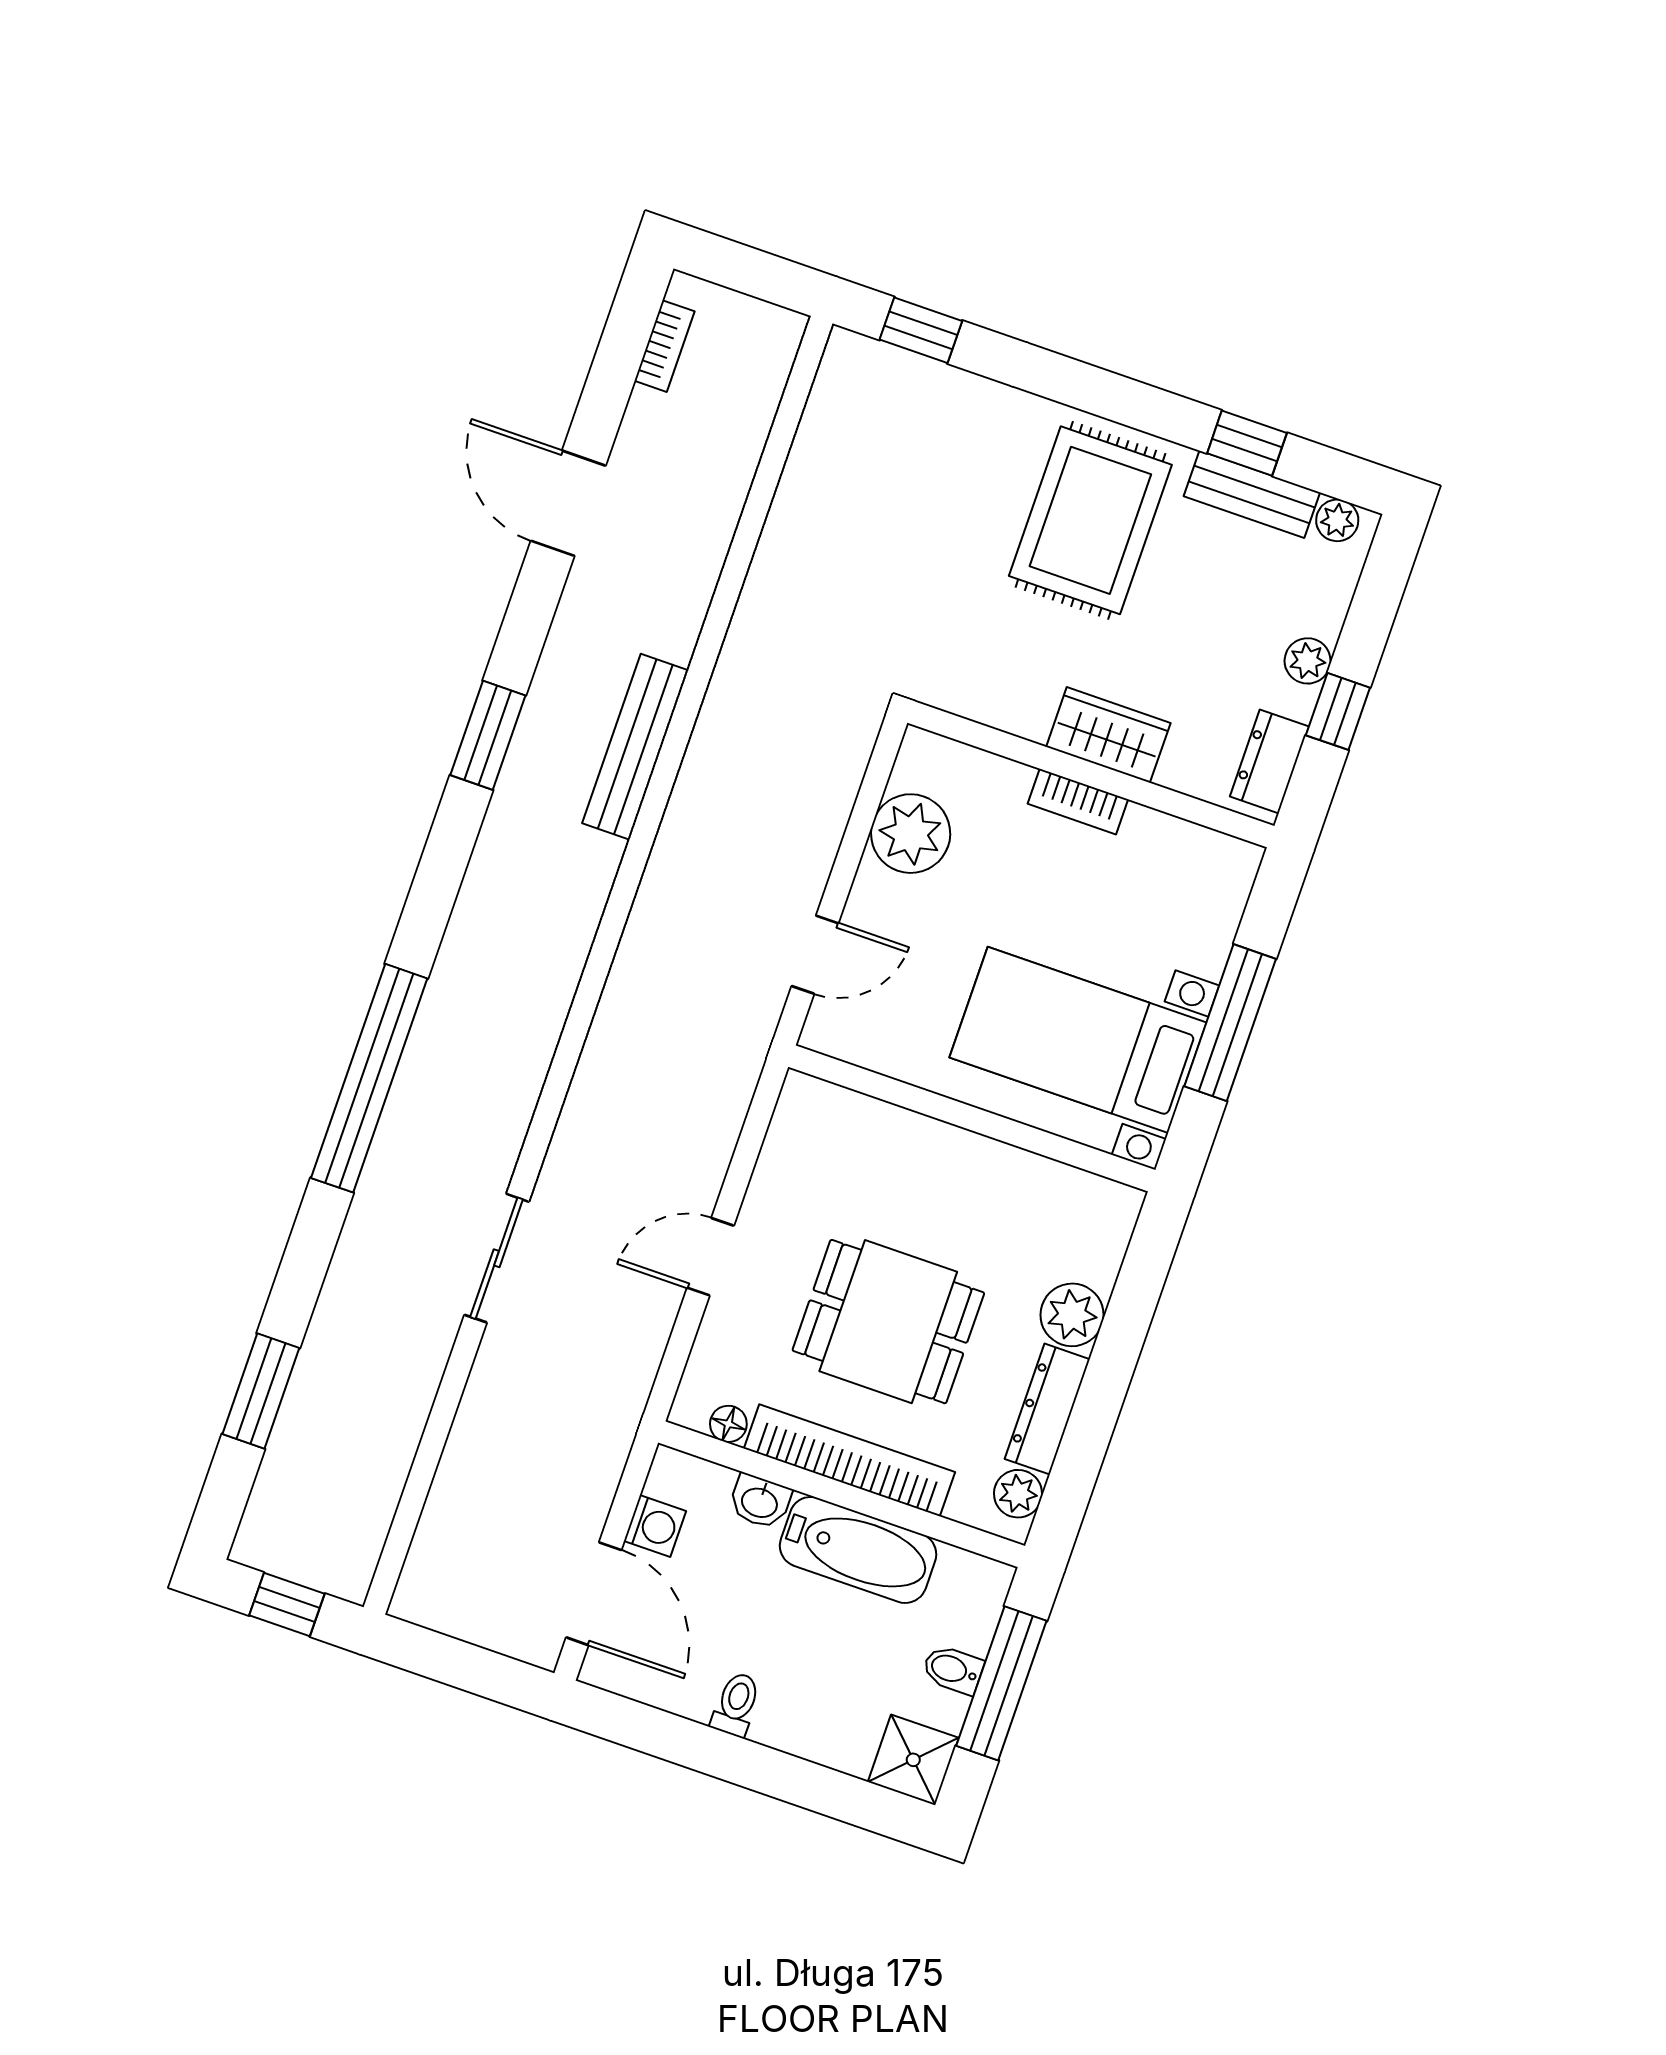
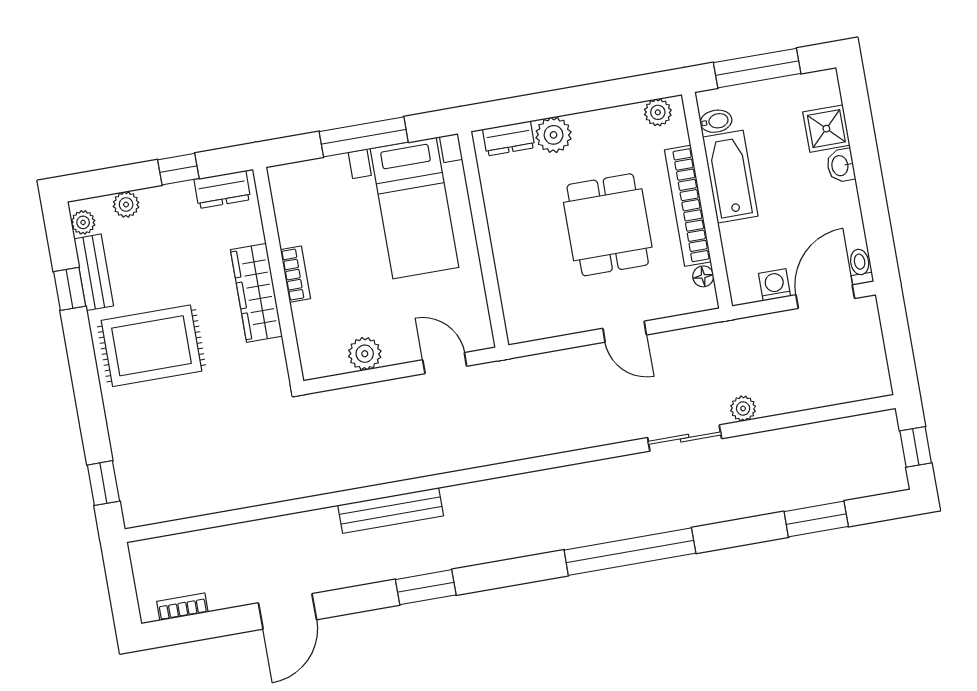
plant: (1308, 661) -> (126, 204), moved
wardrobe: (1108, 735) -> (256, 293), width x1.50
plant: (911, 834) -> (365, 354), width x0.73, depth x0.73
plant: (492, 1373) -> (743, 408), added
dresser: (1047, 1409) -> (509, 138), moved, width x0.70
washbasin: (760, 1502) -> (841, 166), moved, turned 180
bidet: (953, 1670) -> (716, 121), moved, turned -90
toilet: (736, 1704) -> (860, 266), moved, turned 90
shower: (913, 1760) -> (826, 129), moved

